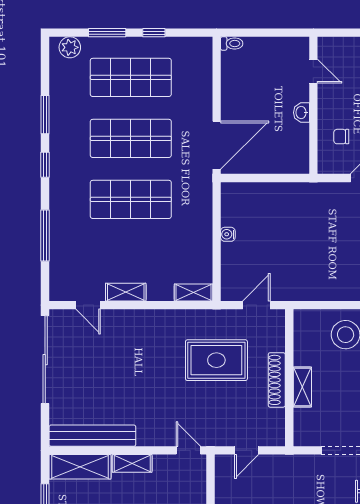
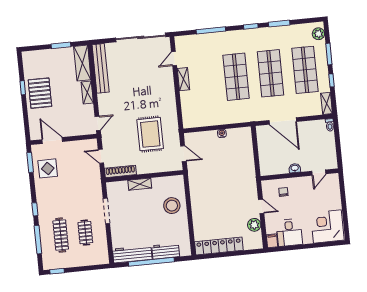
door: (217, 145) -> (283, 121), moved
shelving: (193, 293) -> (327, 103), moved
shoe rack: (277, 380) -> (120, 171), moved

